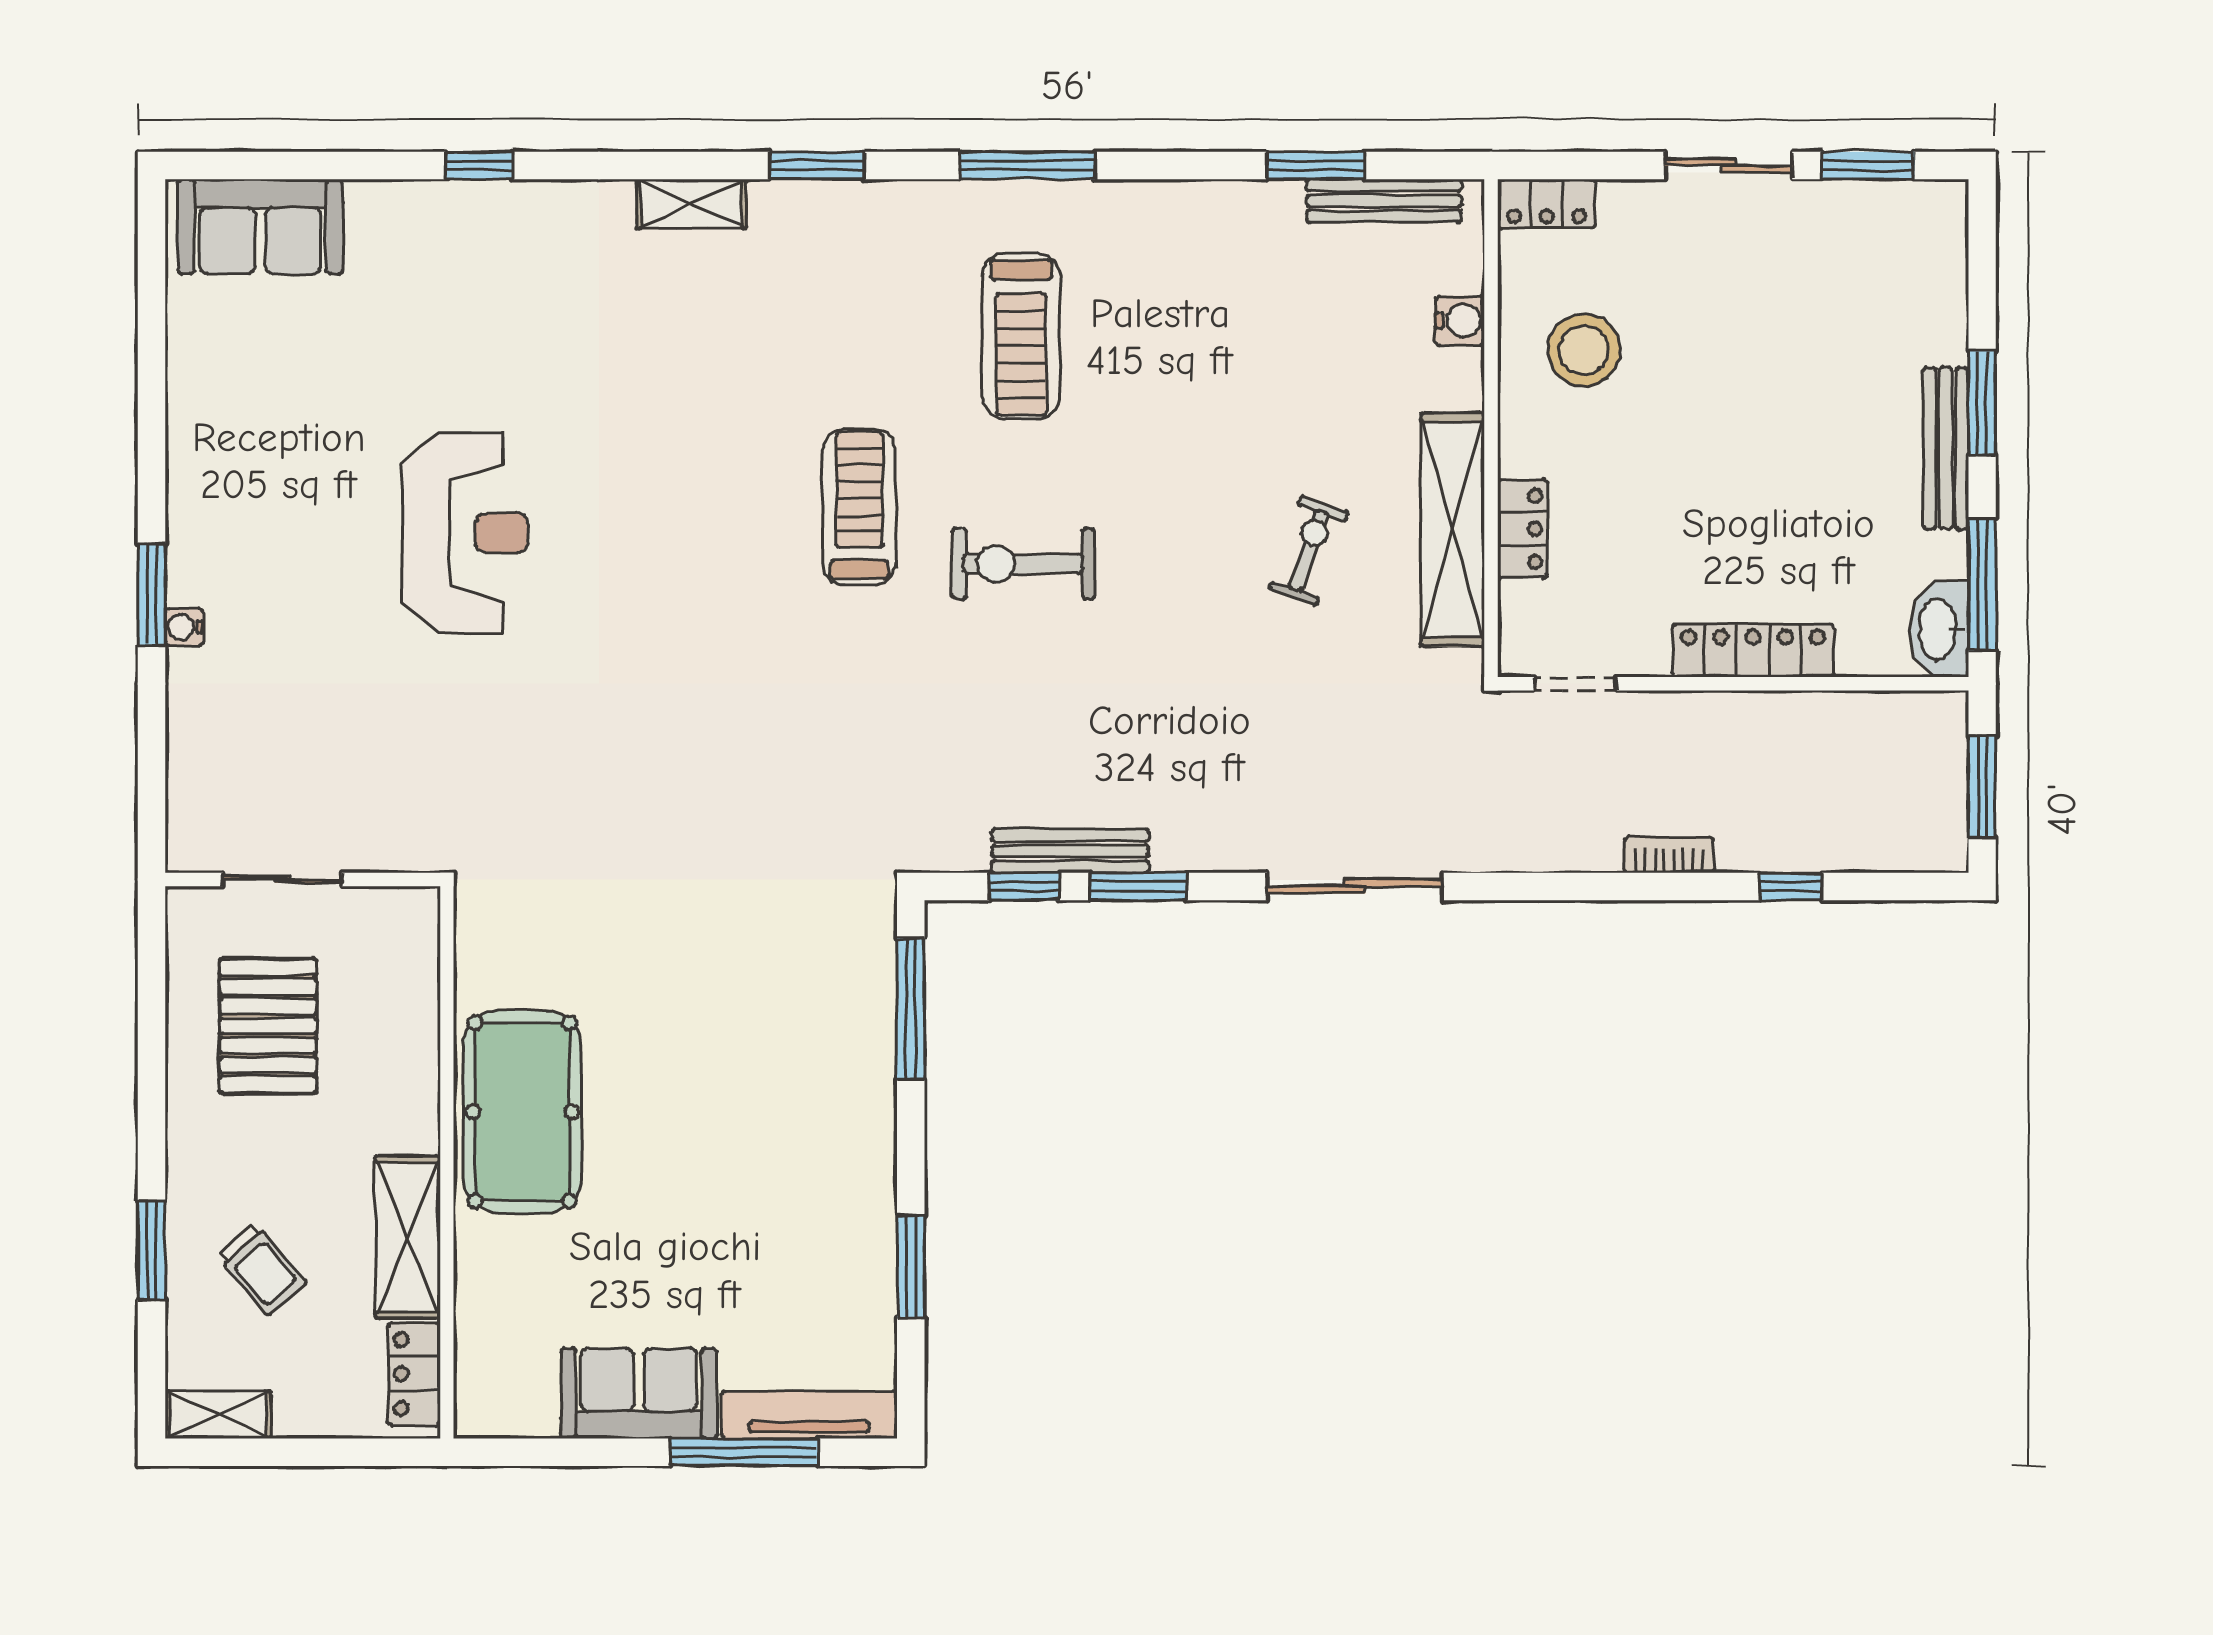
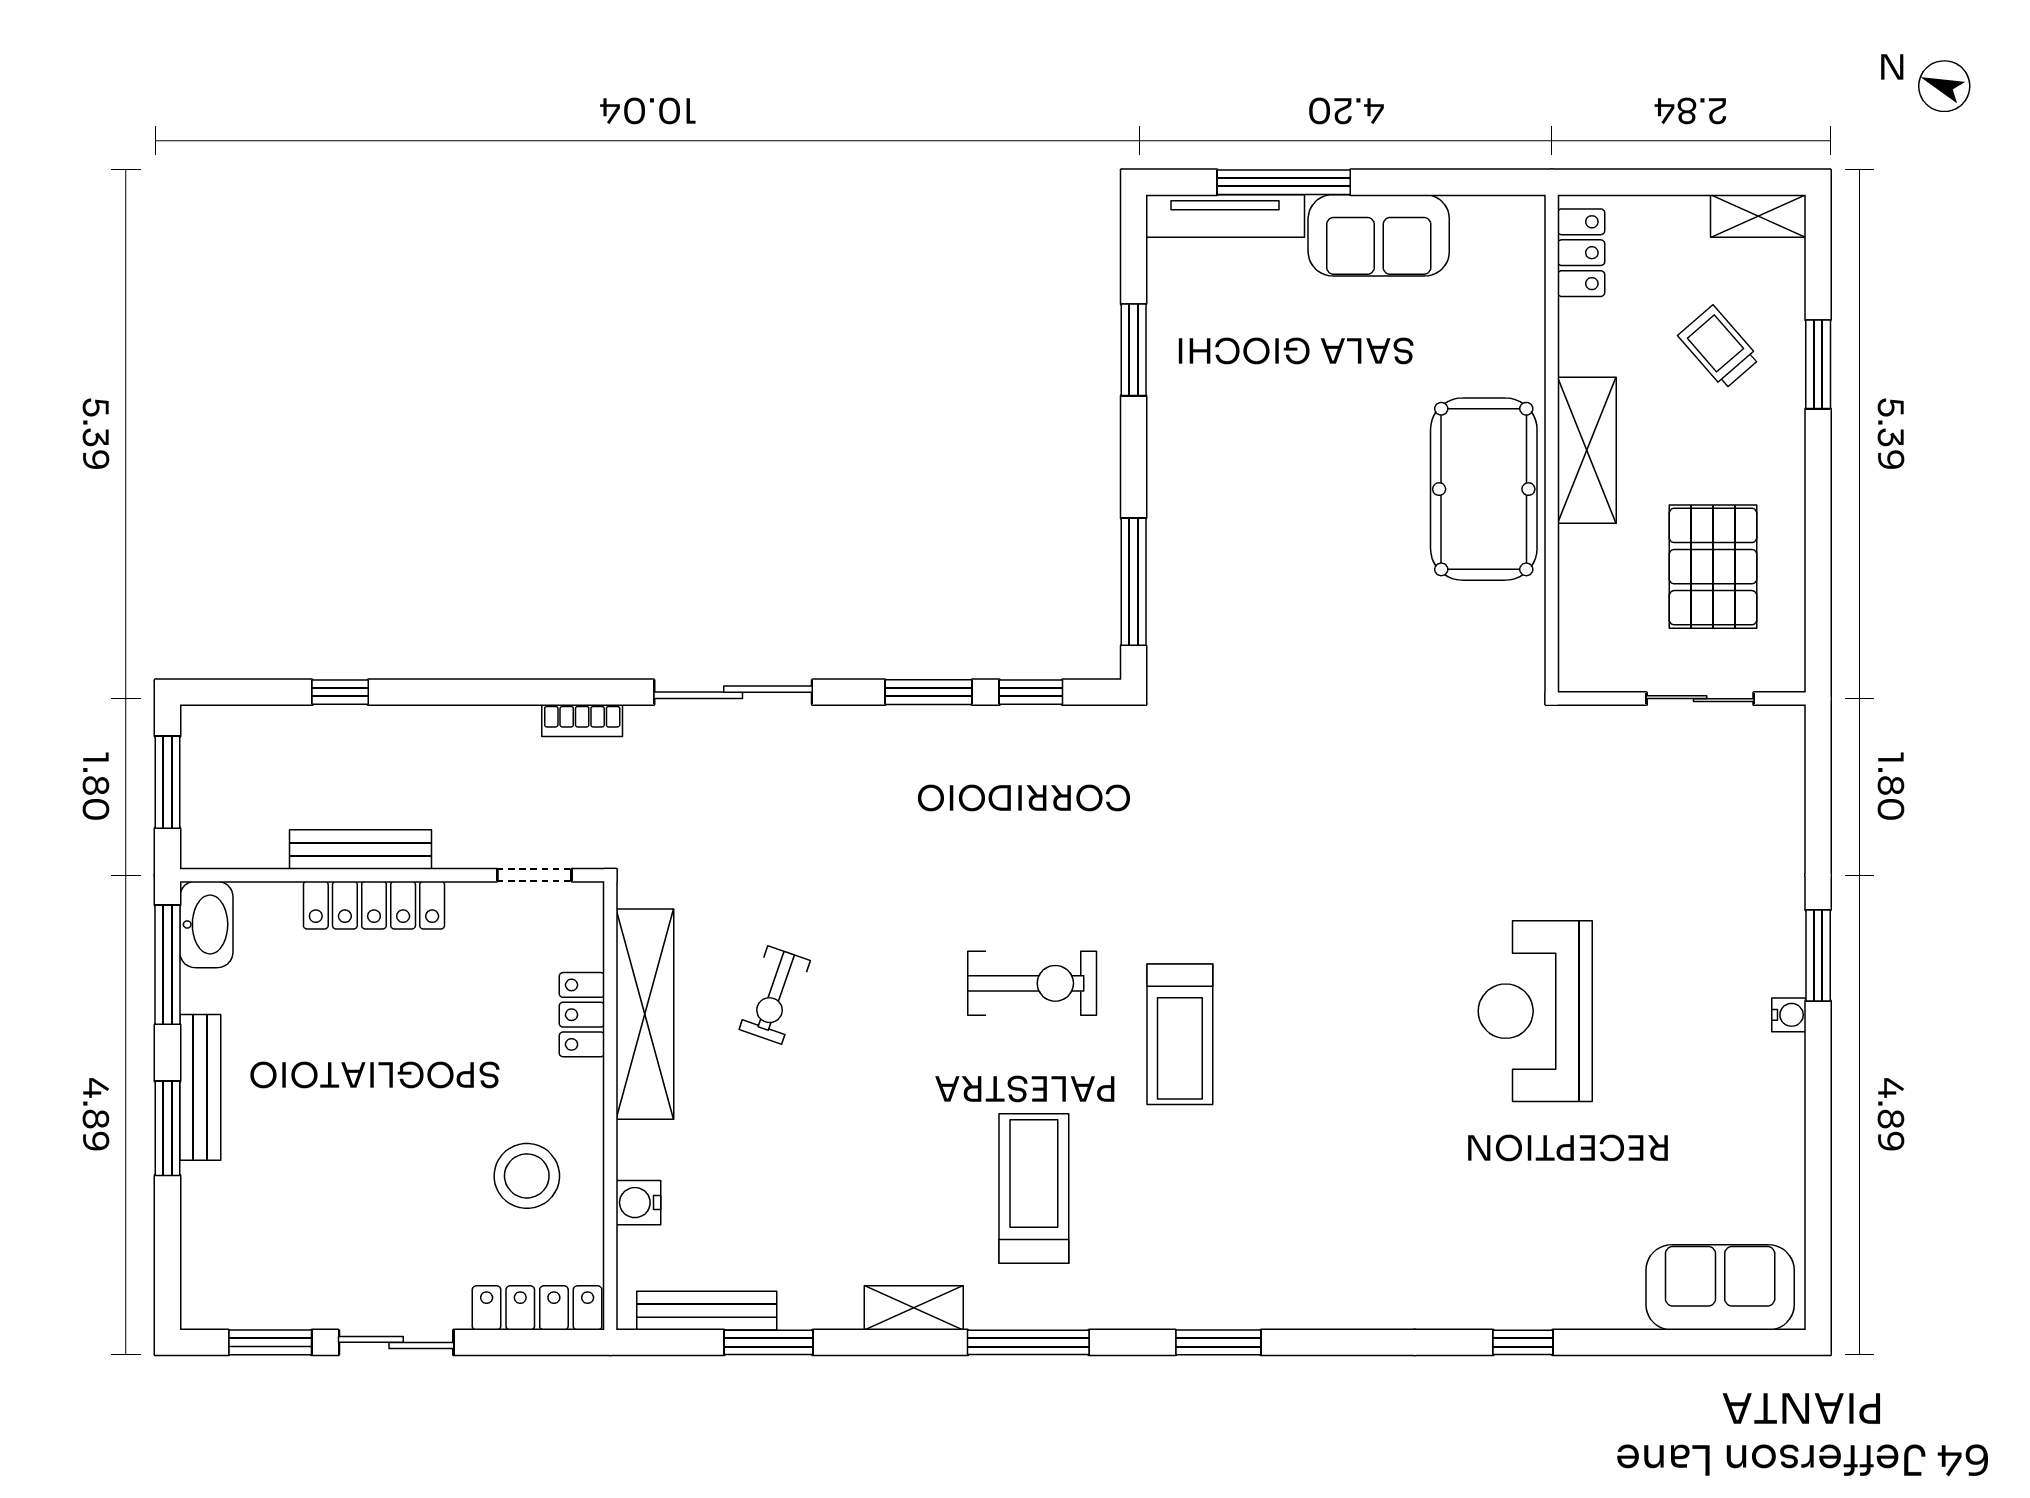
shelving: (691, 204) -> (914, 1308), moved
locker: (1546, 204) -> (537, 1308), width x1.53
water cooler: (184, 627) -> (1789, 1015), moved
bench: (1070, 851) -> (360, 849), moved
bookcase: (1669, 855) -> (582, 721), moved
shelving: (408, 1237) -> (1587, 450), moved

